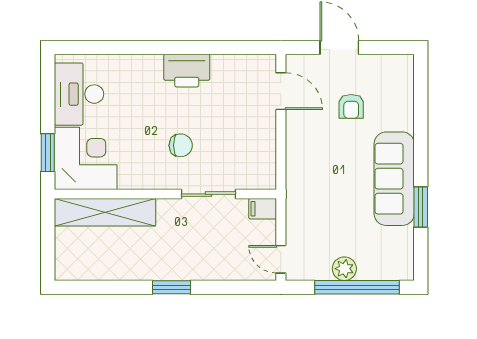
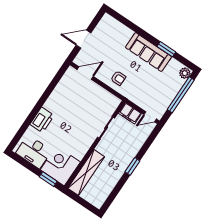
printer: (187, 71) -> (42, 120), moved
armchair: (351, 106) -> (118, 78), moved
chair: (181, 145) -> (80, 126), removed
filing cabinet: (263, 209) -> (130, 113), width x2.00
plant: (344, 269) -> (185, 73), moved

